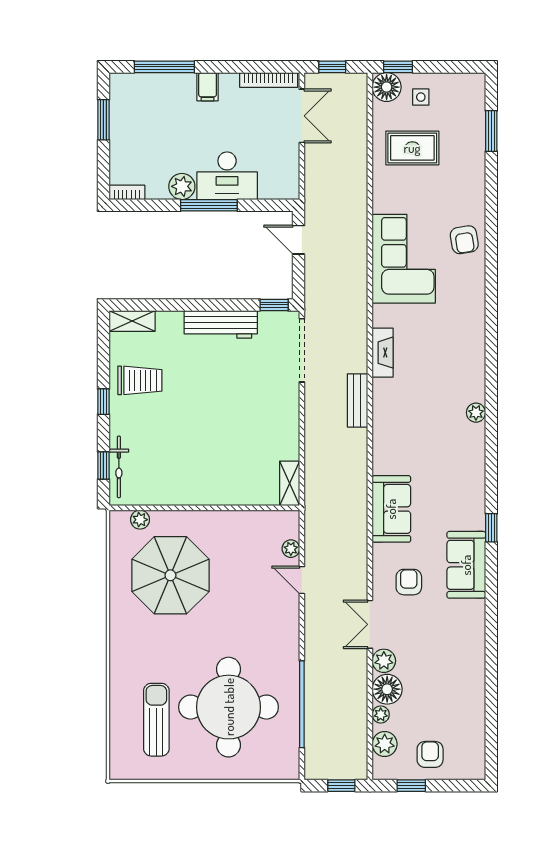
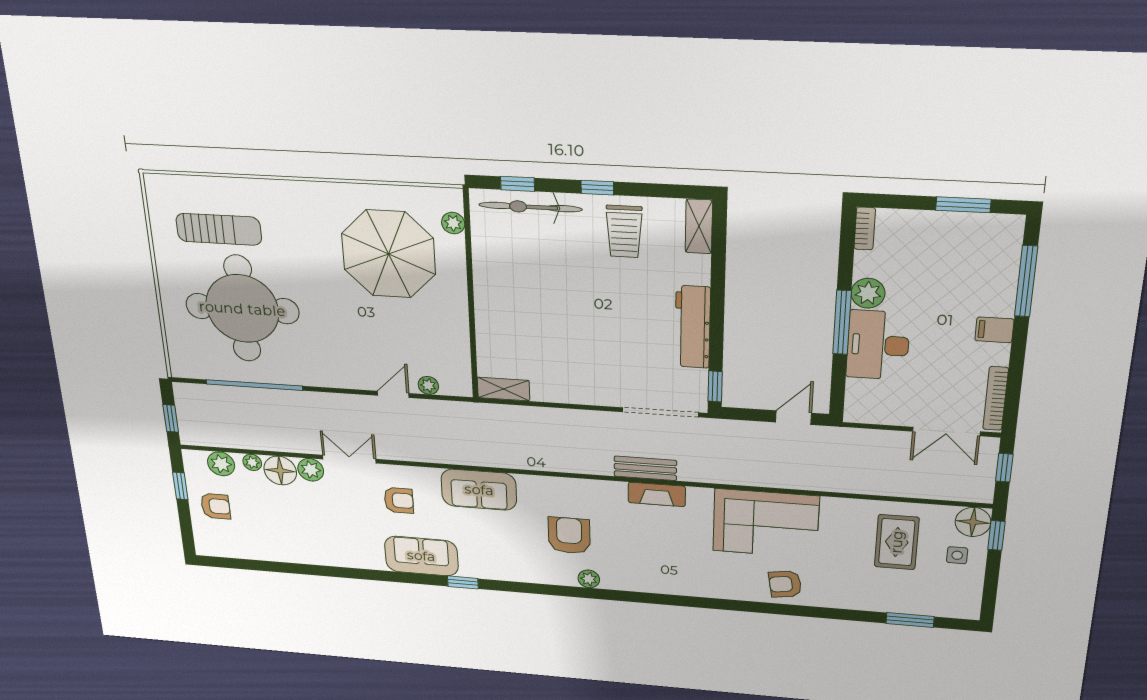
bench: (357, 400) -> (645, 468), moved
armchair: (432, 430) -> (569, 536), added
bicycle: (119, 467) -> (530, 207), width x1.37, depth x1.40

